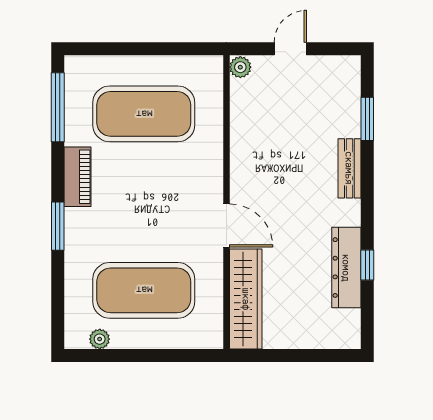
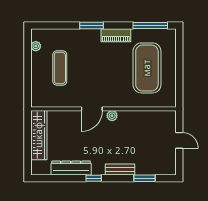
plant: (240, 67) -> (112, 116), moved
window: (367, 265) -> (94, 178), moved
exercise mat: (144, 290) -> (60, 68), width x0.50, depth x0.69
wardrobe: (246, 299) -> (39, 135), moved, turned -90

